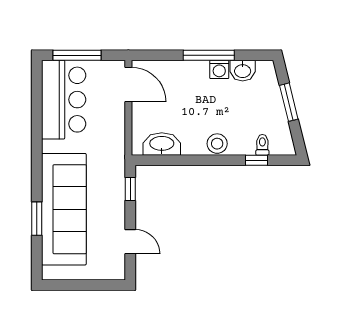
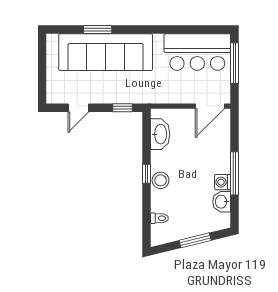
window: (257, 160) -> (146, 174), moved

